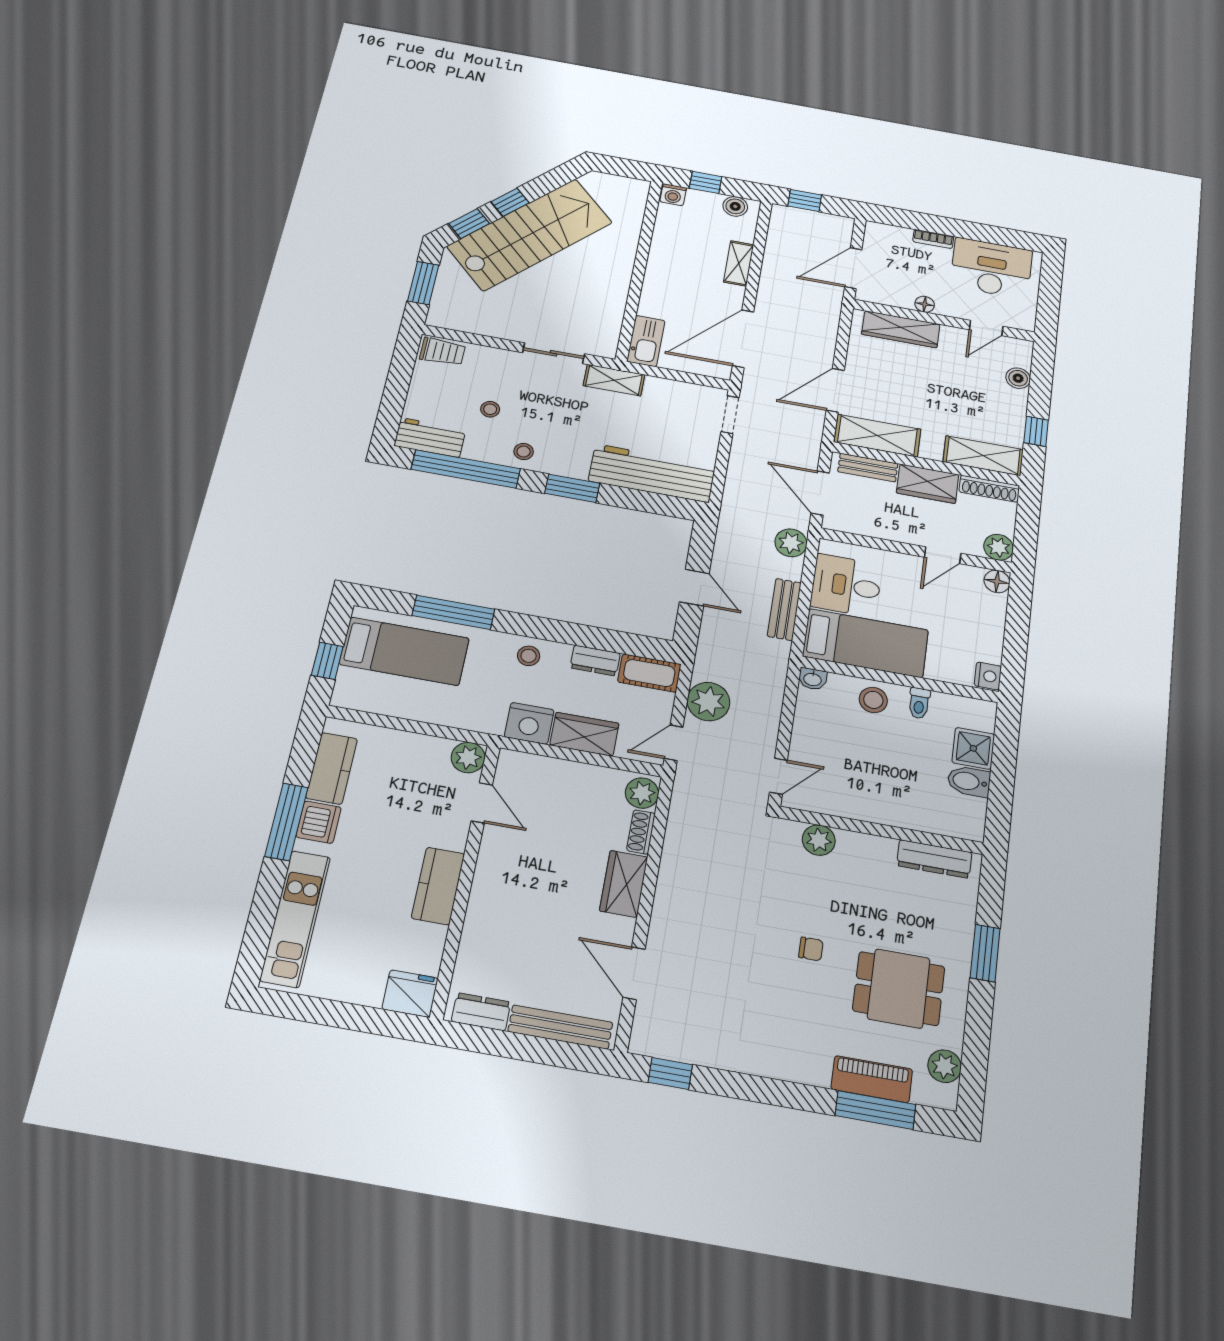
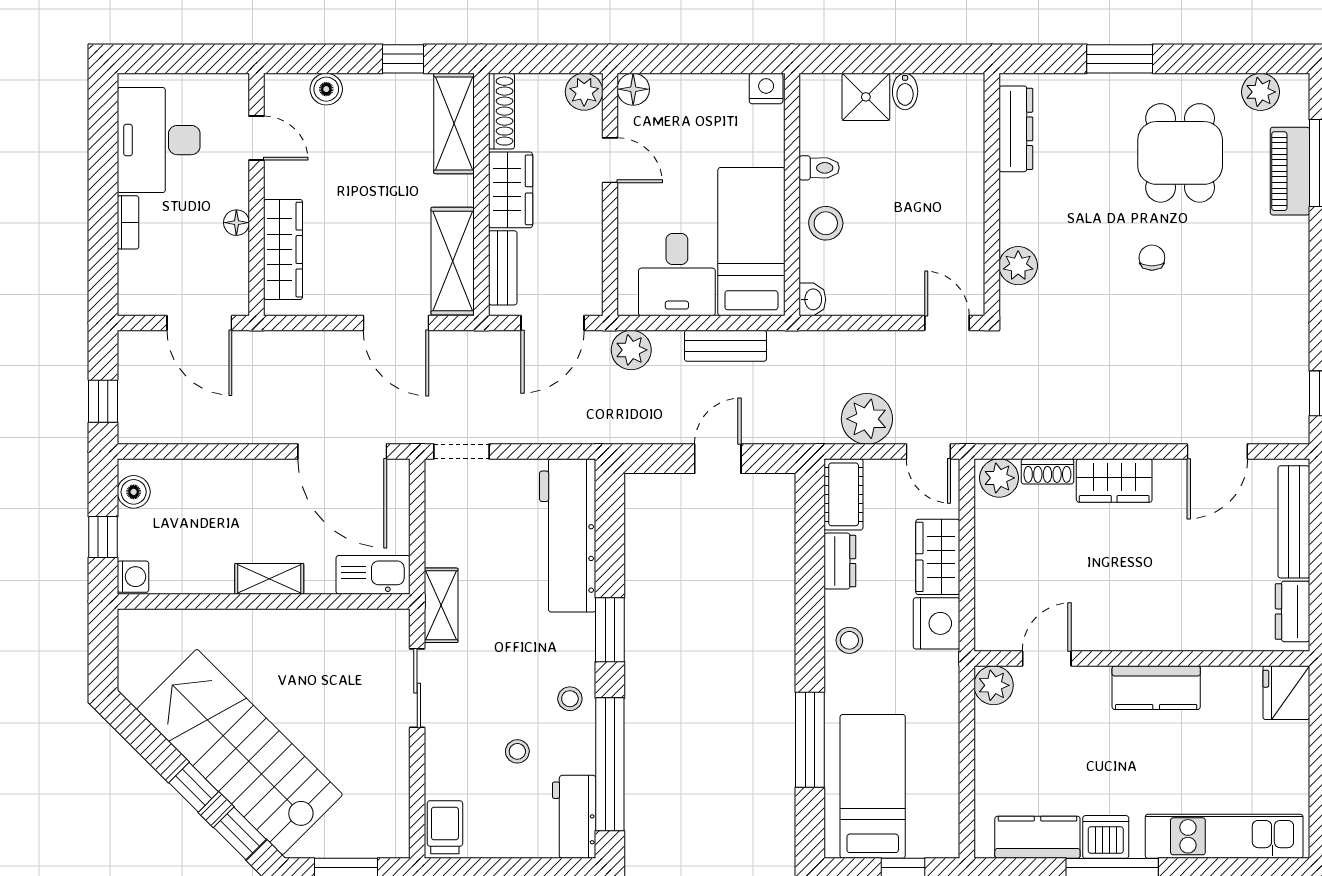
shelving: (739, 263) -> (269, 579), moved
bidet: (969, 781) -> (905, 91), width x0.72, depth x0.74

